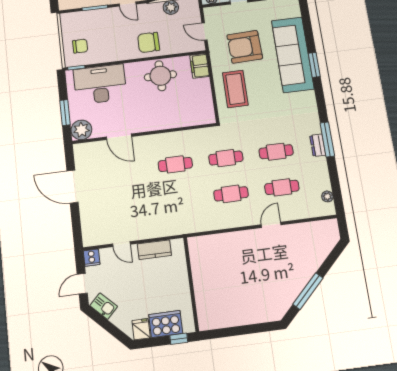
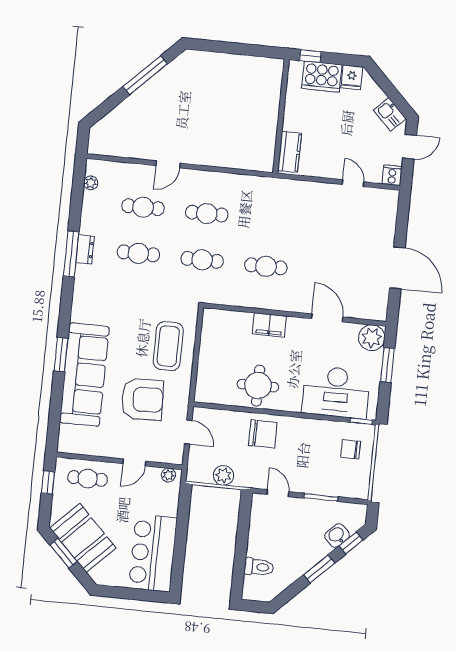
filing cabinet: (199, 66) -> (269, 325), moved, turned 90
kitchen counter: (154, 250) -> (290, 152), moved, turned 90

